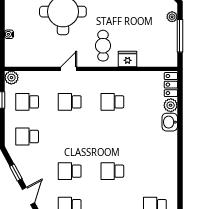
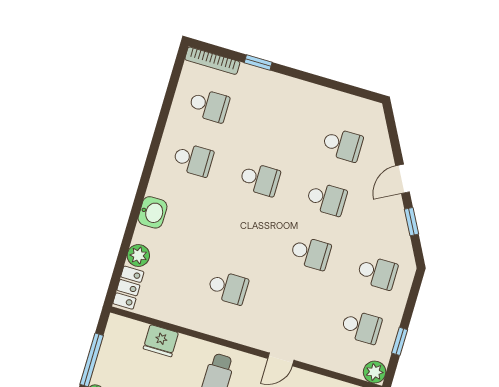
fridge: (128, 59) -> (161, 341), moved
school desk: (70, 102) -> (311, 253), moved
washbasin: (170, 122) -> (153, 212), moved
school desk: (155, 171) -> (193, 160), added

